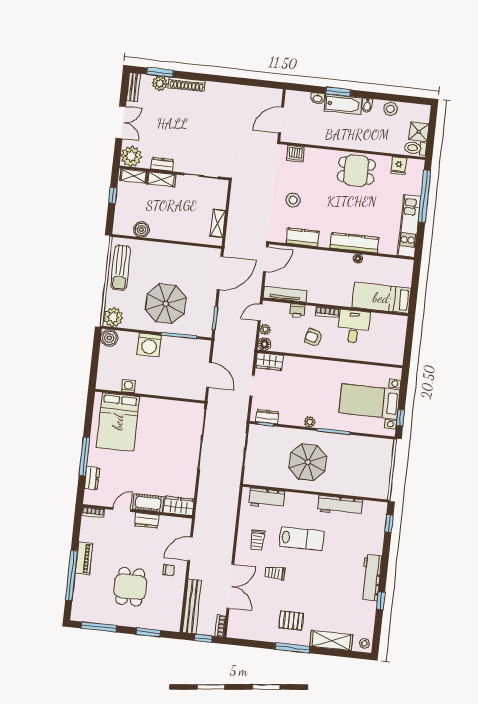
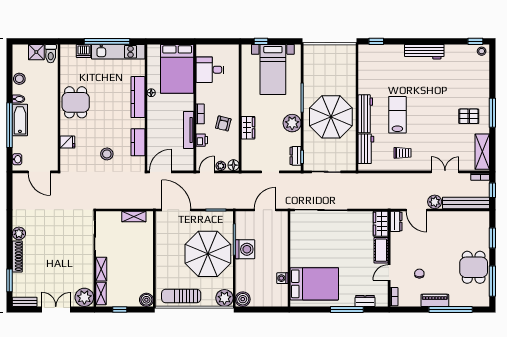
plant: (160, 83) -> (19, 233), moved
window: (338, 92) -> (9, 125), width x2.11
washbasin: (317, 98) -> (17, 159), moved
dishwasher: (295, 154) -> (84, 51), moved, turned 90
dresser: (162, 164) -> (88, 270), removed
fridge: (399, 166) -> (67, 142), moved
window: (424, 196) -> (107, 41), moved
boiler: (141, 230) -> (146, 300), moved
door: (266, 259) -> (160, 172), hinge flipped
sun lounger: (121, 268) -> (181, 296), turned 180
tv unit: (285, 294) -> (189, 130), moved
bed: (381, 298) -> (177, 69), width x1.50
parasol: (166, 304) -> (208, 254), width x1.36, depth x1.36
door: (260, 312) -> (207, 172), swing flipped
desk: (354, 326) -> (210, 70), moved
washing machine: (149, 345) -> (245, 249), moved
wardrobe: (269, 362) -> (248, 128), moved
window: (400, 418) -> (261, 41), moved
plant: (310, 422) -> (292, 123), width x1.88, depth x1.88
parasol: (308, 462) -> (331, 117), width x1.36, depth x1.36
workbench: (340, 506) -> (365, 114), moved
door: (122, 510) -> (389, 272), hinge flipped
dresser: (147, 520) -> (396, 221), moved
chair: (169, 570) -> (419, 274), moved
plant: (197, 571) -> (435, 202), added
trolley: (275, 573) -> (430, 135), removed
double door: (230, 586) -> (445, 172), width x0.73
dining table: (130, 587) -> (474, 267), moved, turned 90
window: (381, 601) -> (475, 41), moved
pallet: (291, 621) -> (469, 116), turned 90
shelving: (331, 640) -> (482, 152), moved

